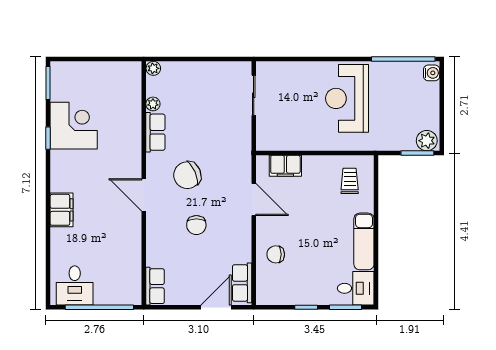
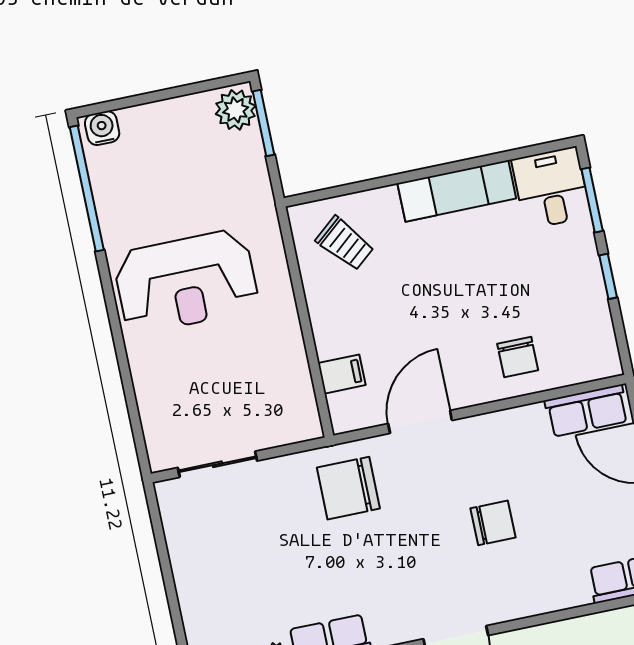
filing cabinet: (285, 166) -> (342, 374), width x0.50
chair: (187, 175) -> (348, 488), moved, turned 114
trolley: (350, 181) -> (345, 243), turned -130

